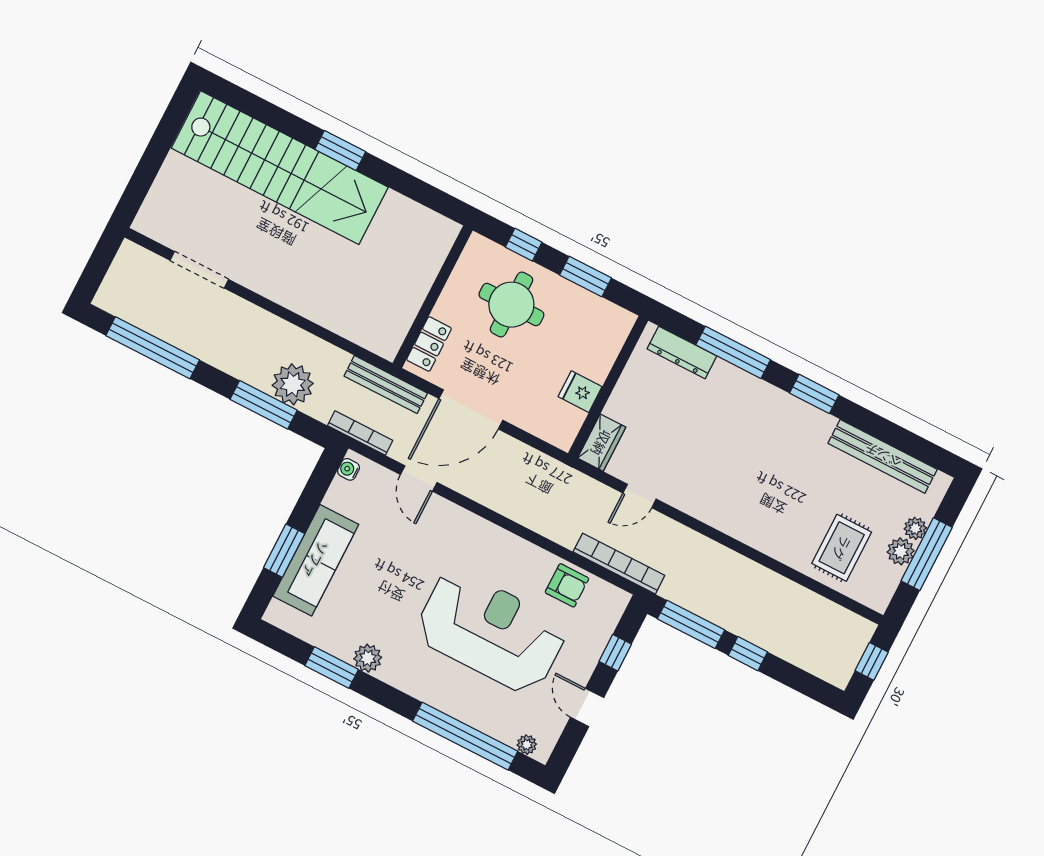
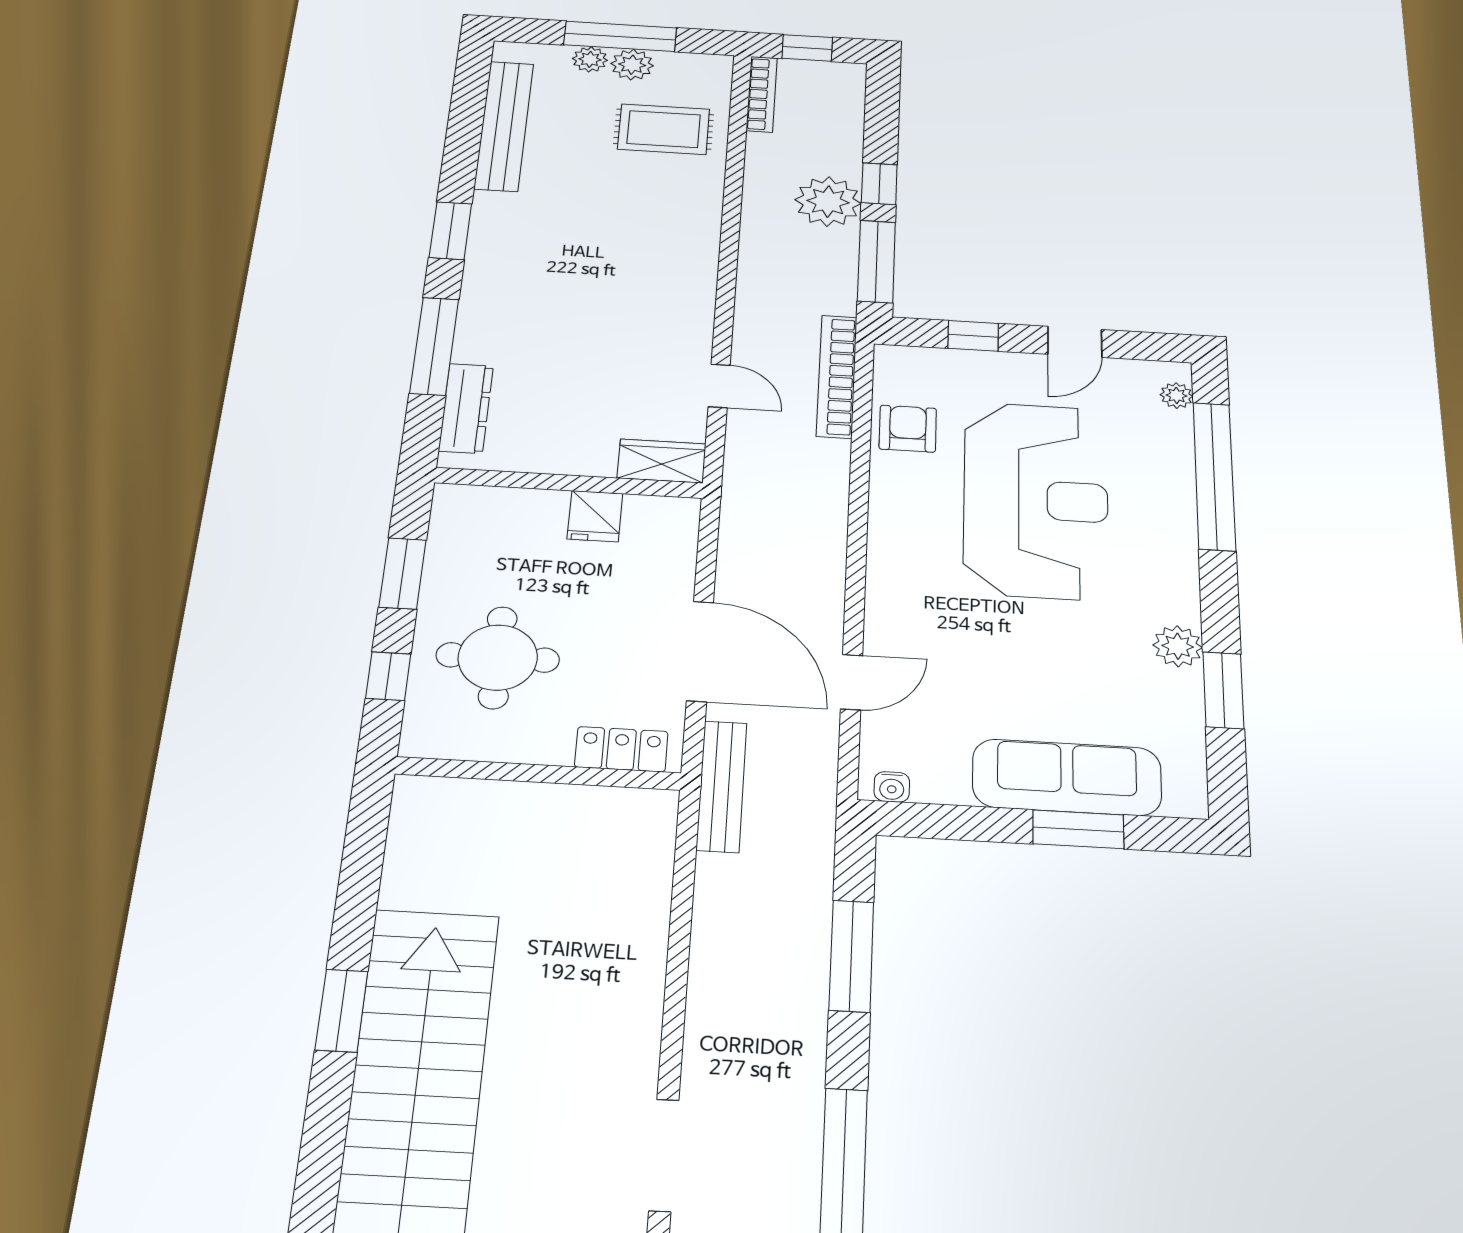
plant: (293, 384) -> (828, 202), moved
bookcase: (360, 433) -> (762, 94), moved, turned 180
reception desk: (491, 631) -> (1036, 500), turned 180

